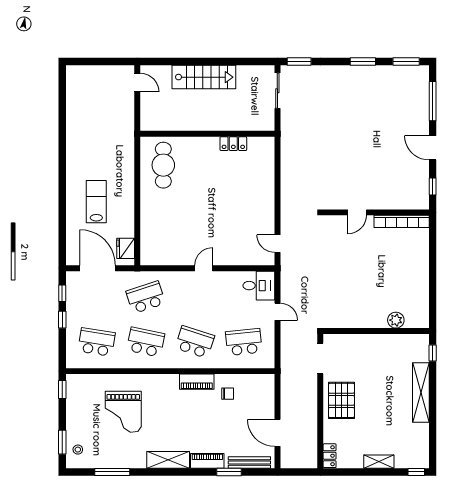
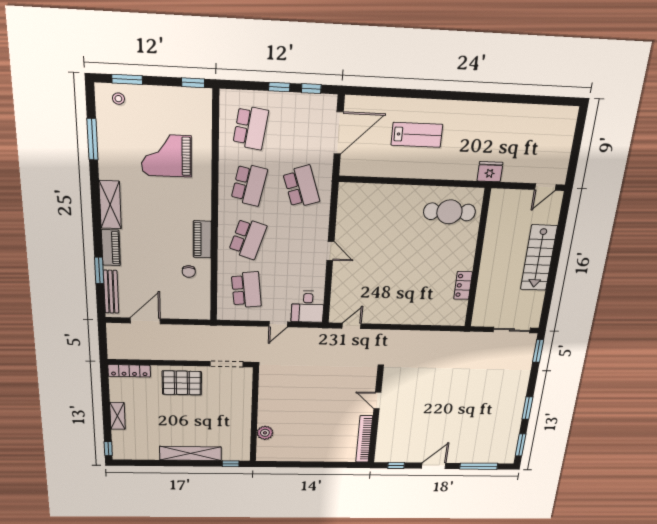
fridge: (126, 248) -> (490, 172), moved
locker: (330, 456) -> (129, 371), width x1.53

